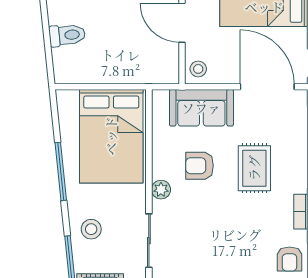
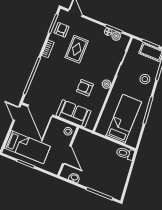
toilet: (67, 35) -> (125, 153), moved
bed: (111, 136) -> (124, 119), width x0.67
armchair: (200, 166) -> (85, 88), turned 180
rug: (254, 168) -> (77, 49), moved

